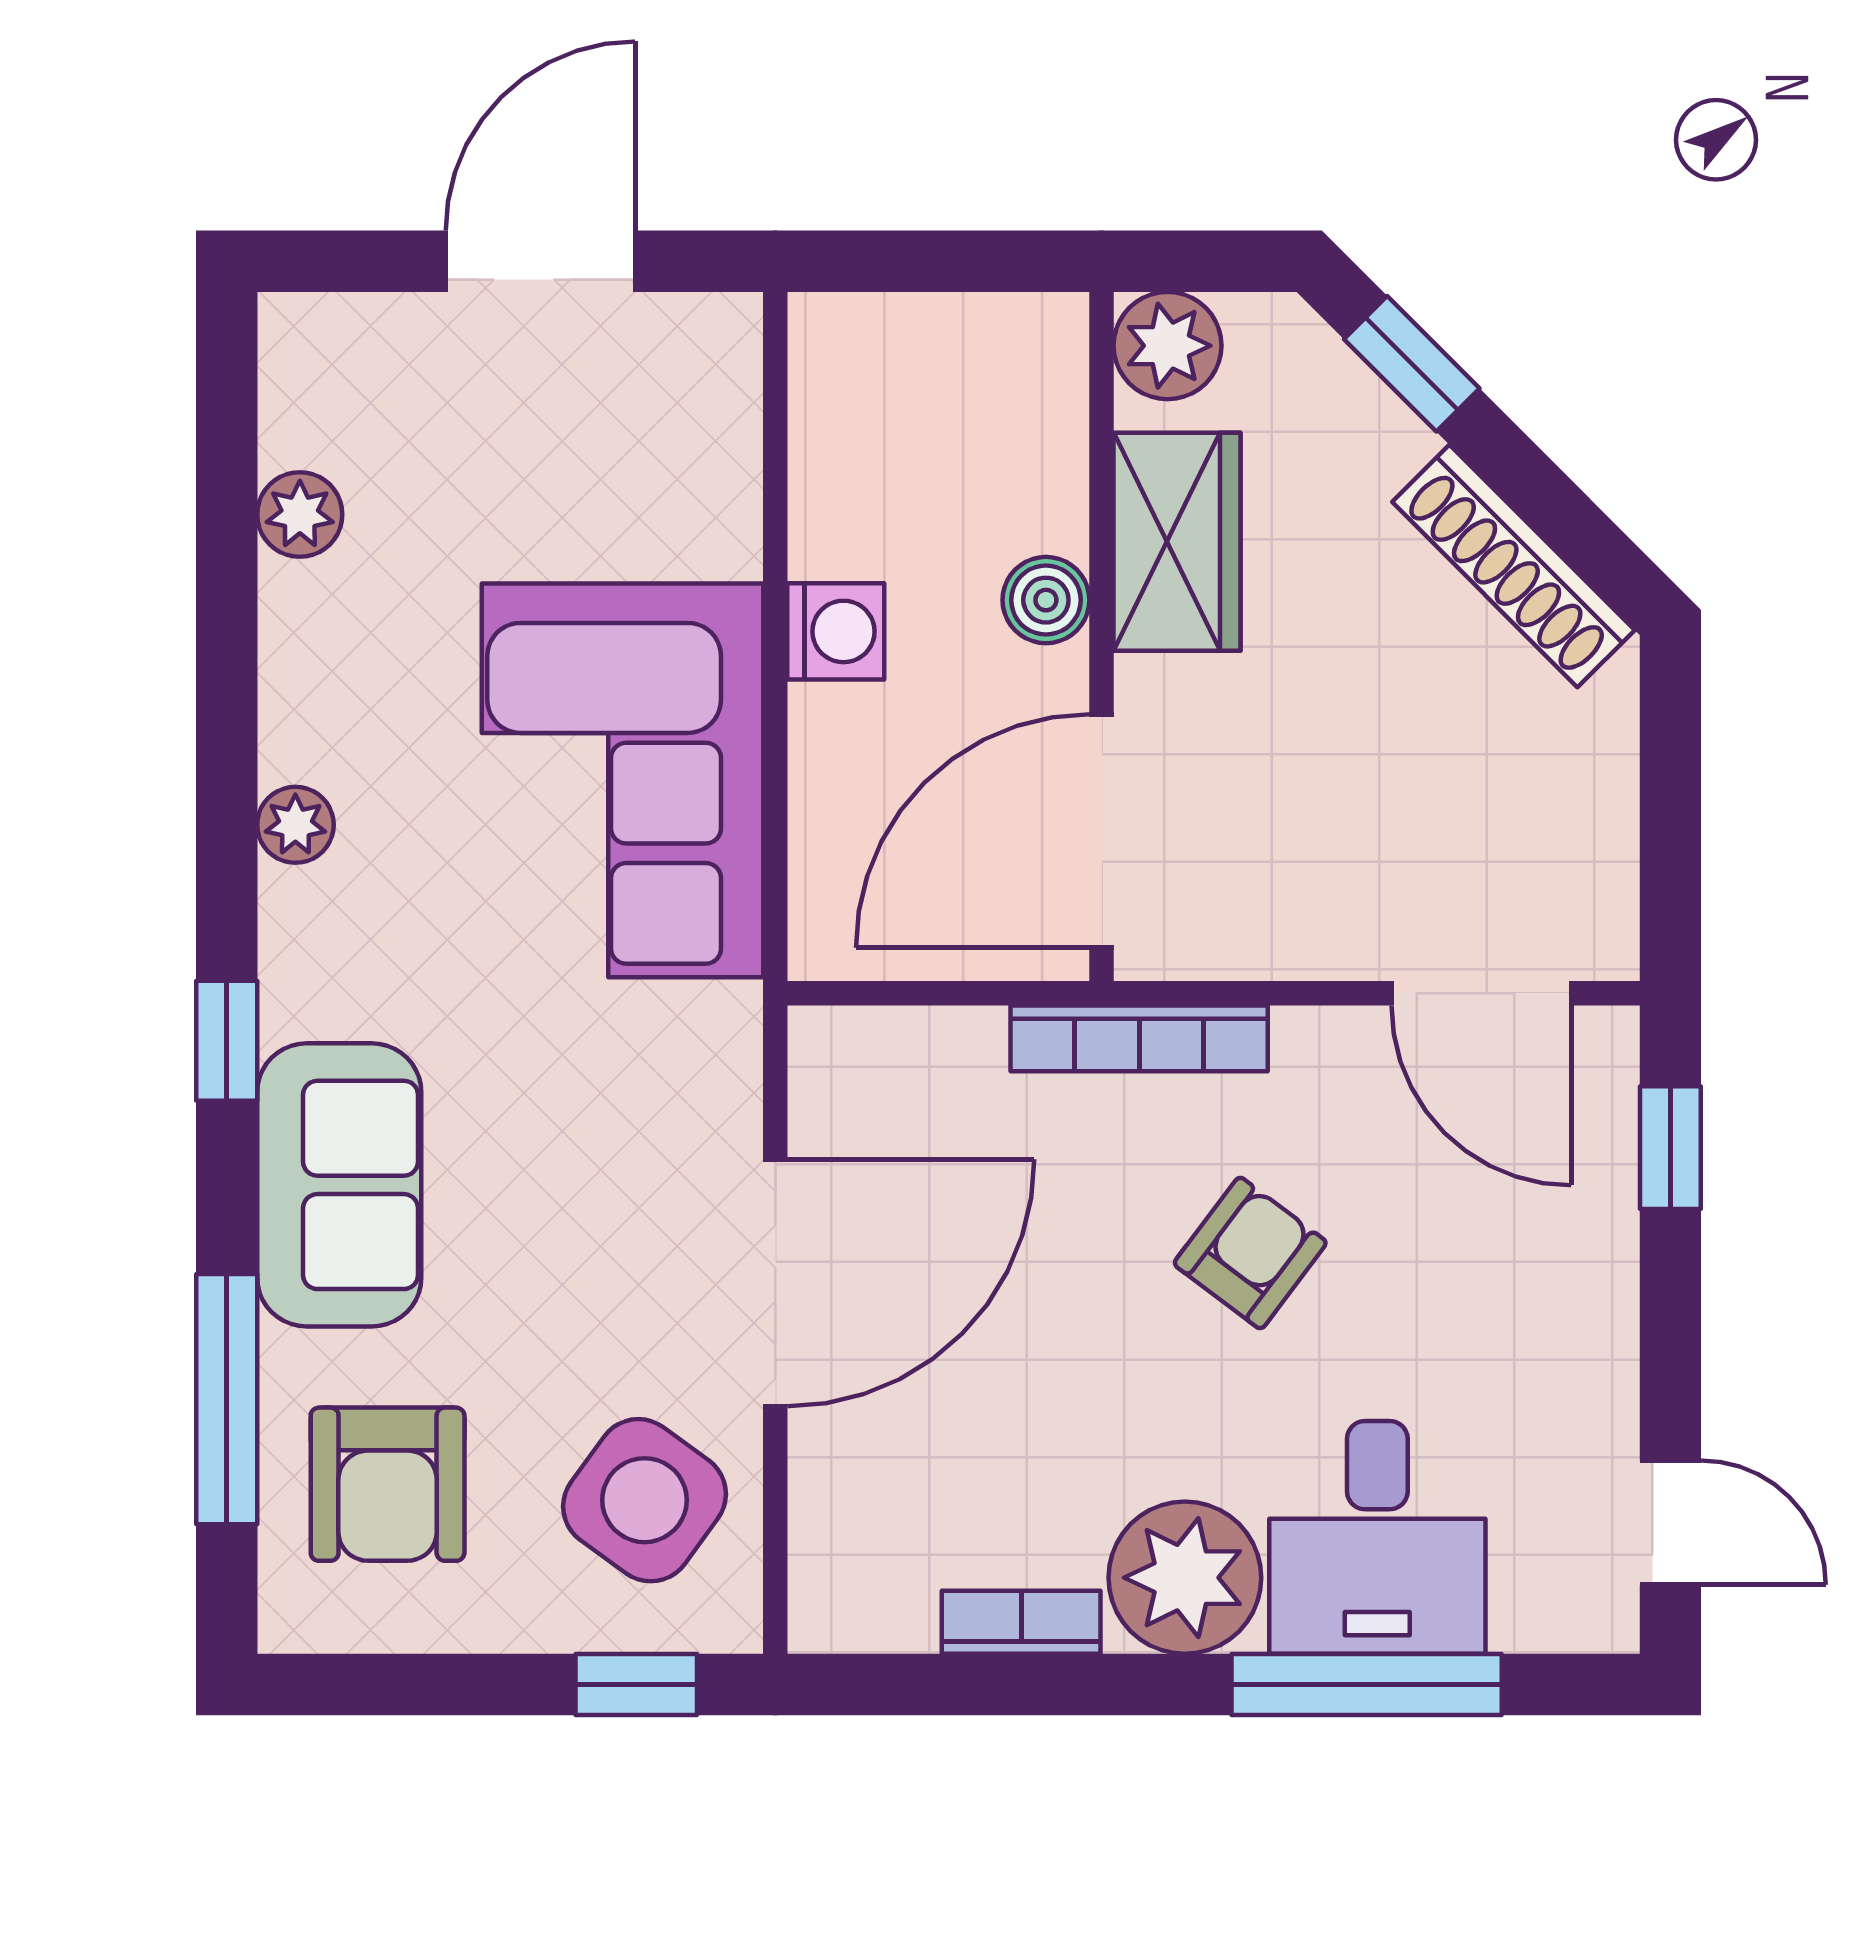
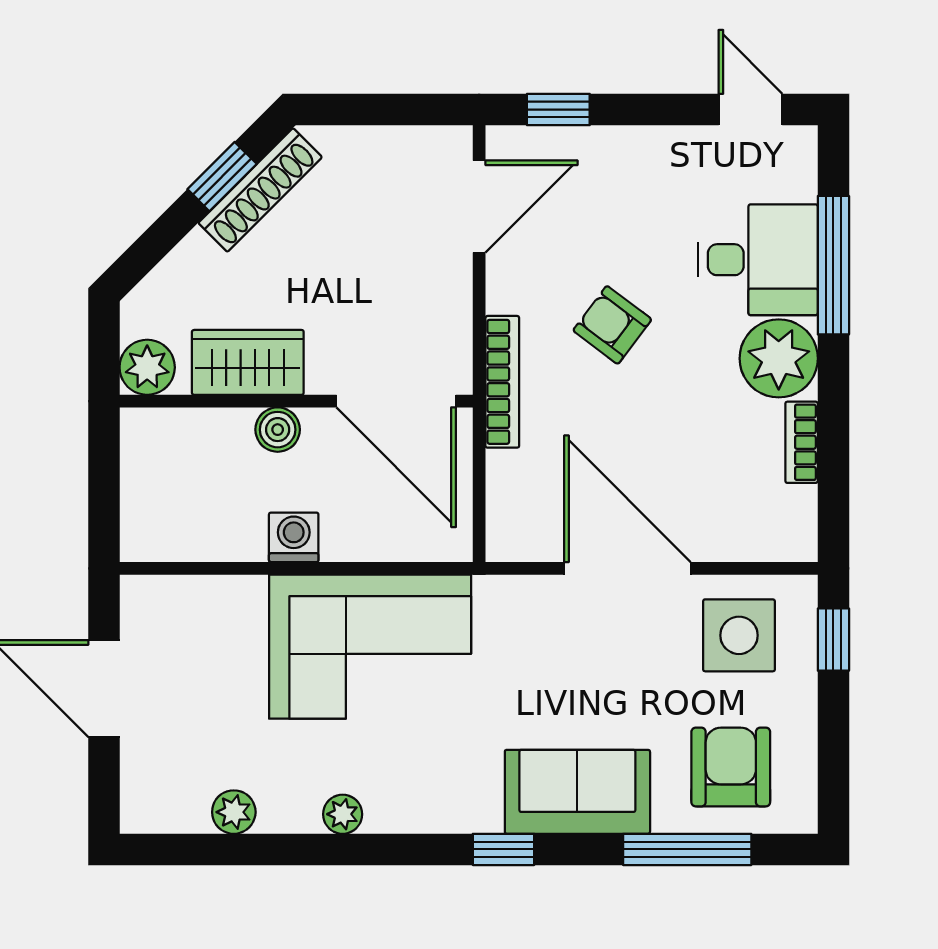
window: (1412, 364) -> (222, 177), moved
plant: (295, 825) -> (343, 814), moved
armchair: (388, 1484) -> (731, 767), turned -90
side table: (645, 1500) -> (739, 635), turned -36
door: (1670, 1523) -> (750, 110), hinge flipped

